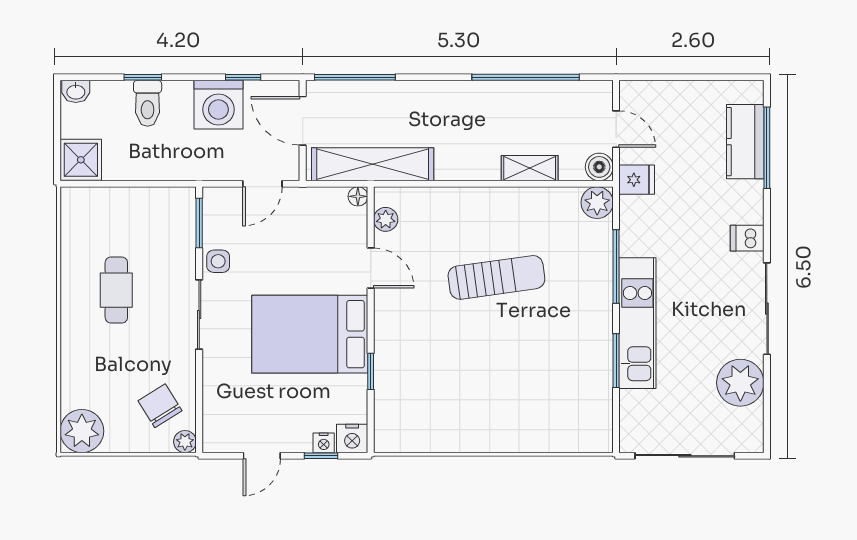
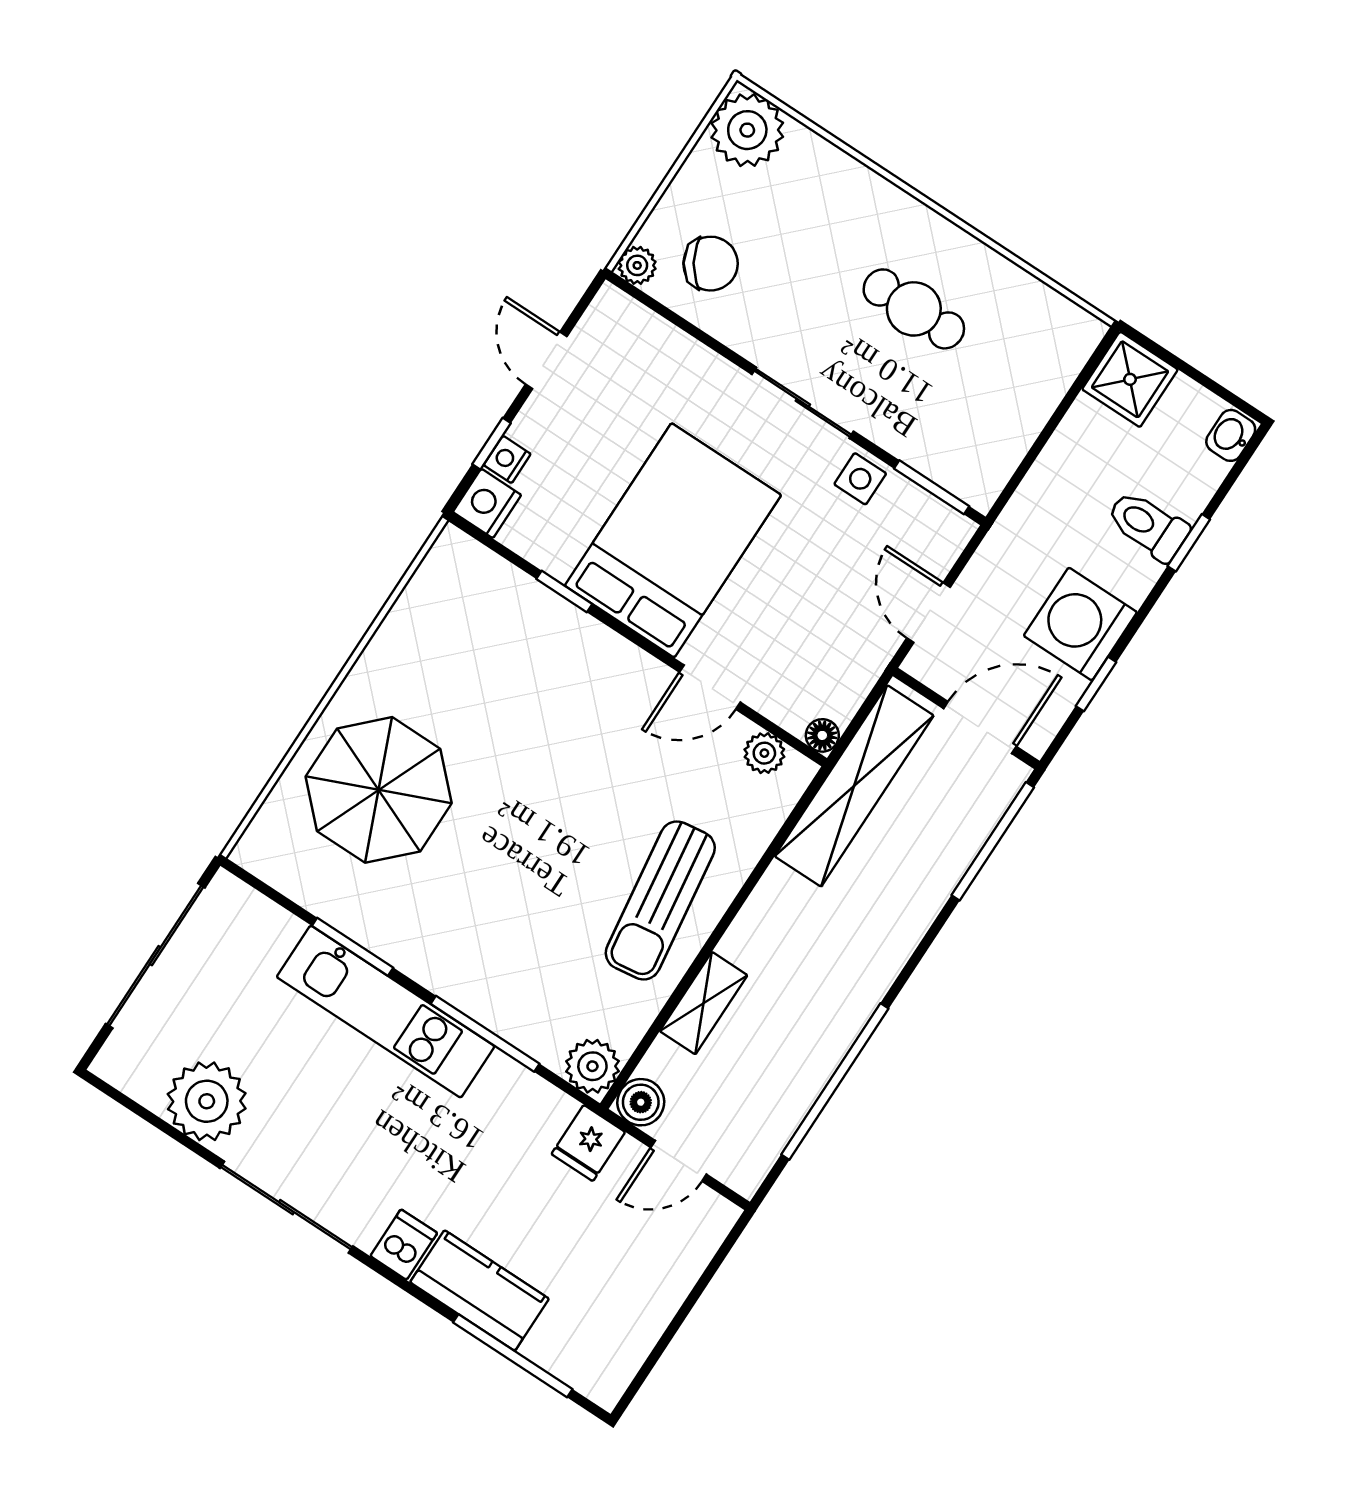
kitchen counter: (745, 142) -> (480, 1290), moved
sun lounger: (496, 277) -> (660, 900), moved
parasol: (530, 399) -> (379, 790), added

